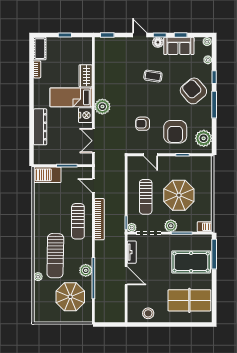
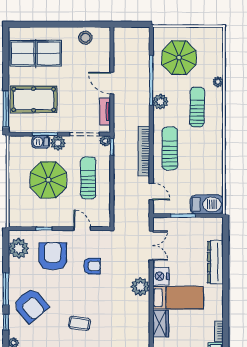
barbecue: (205, 227) -> (41, 142), moved
sun lounger: (55, 256) -> (197, 107), width x0.73, depth x0.75
plant: (86, 270) -> (160, 102), moved

